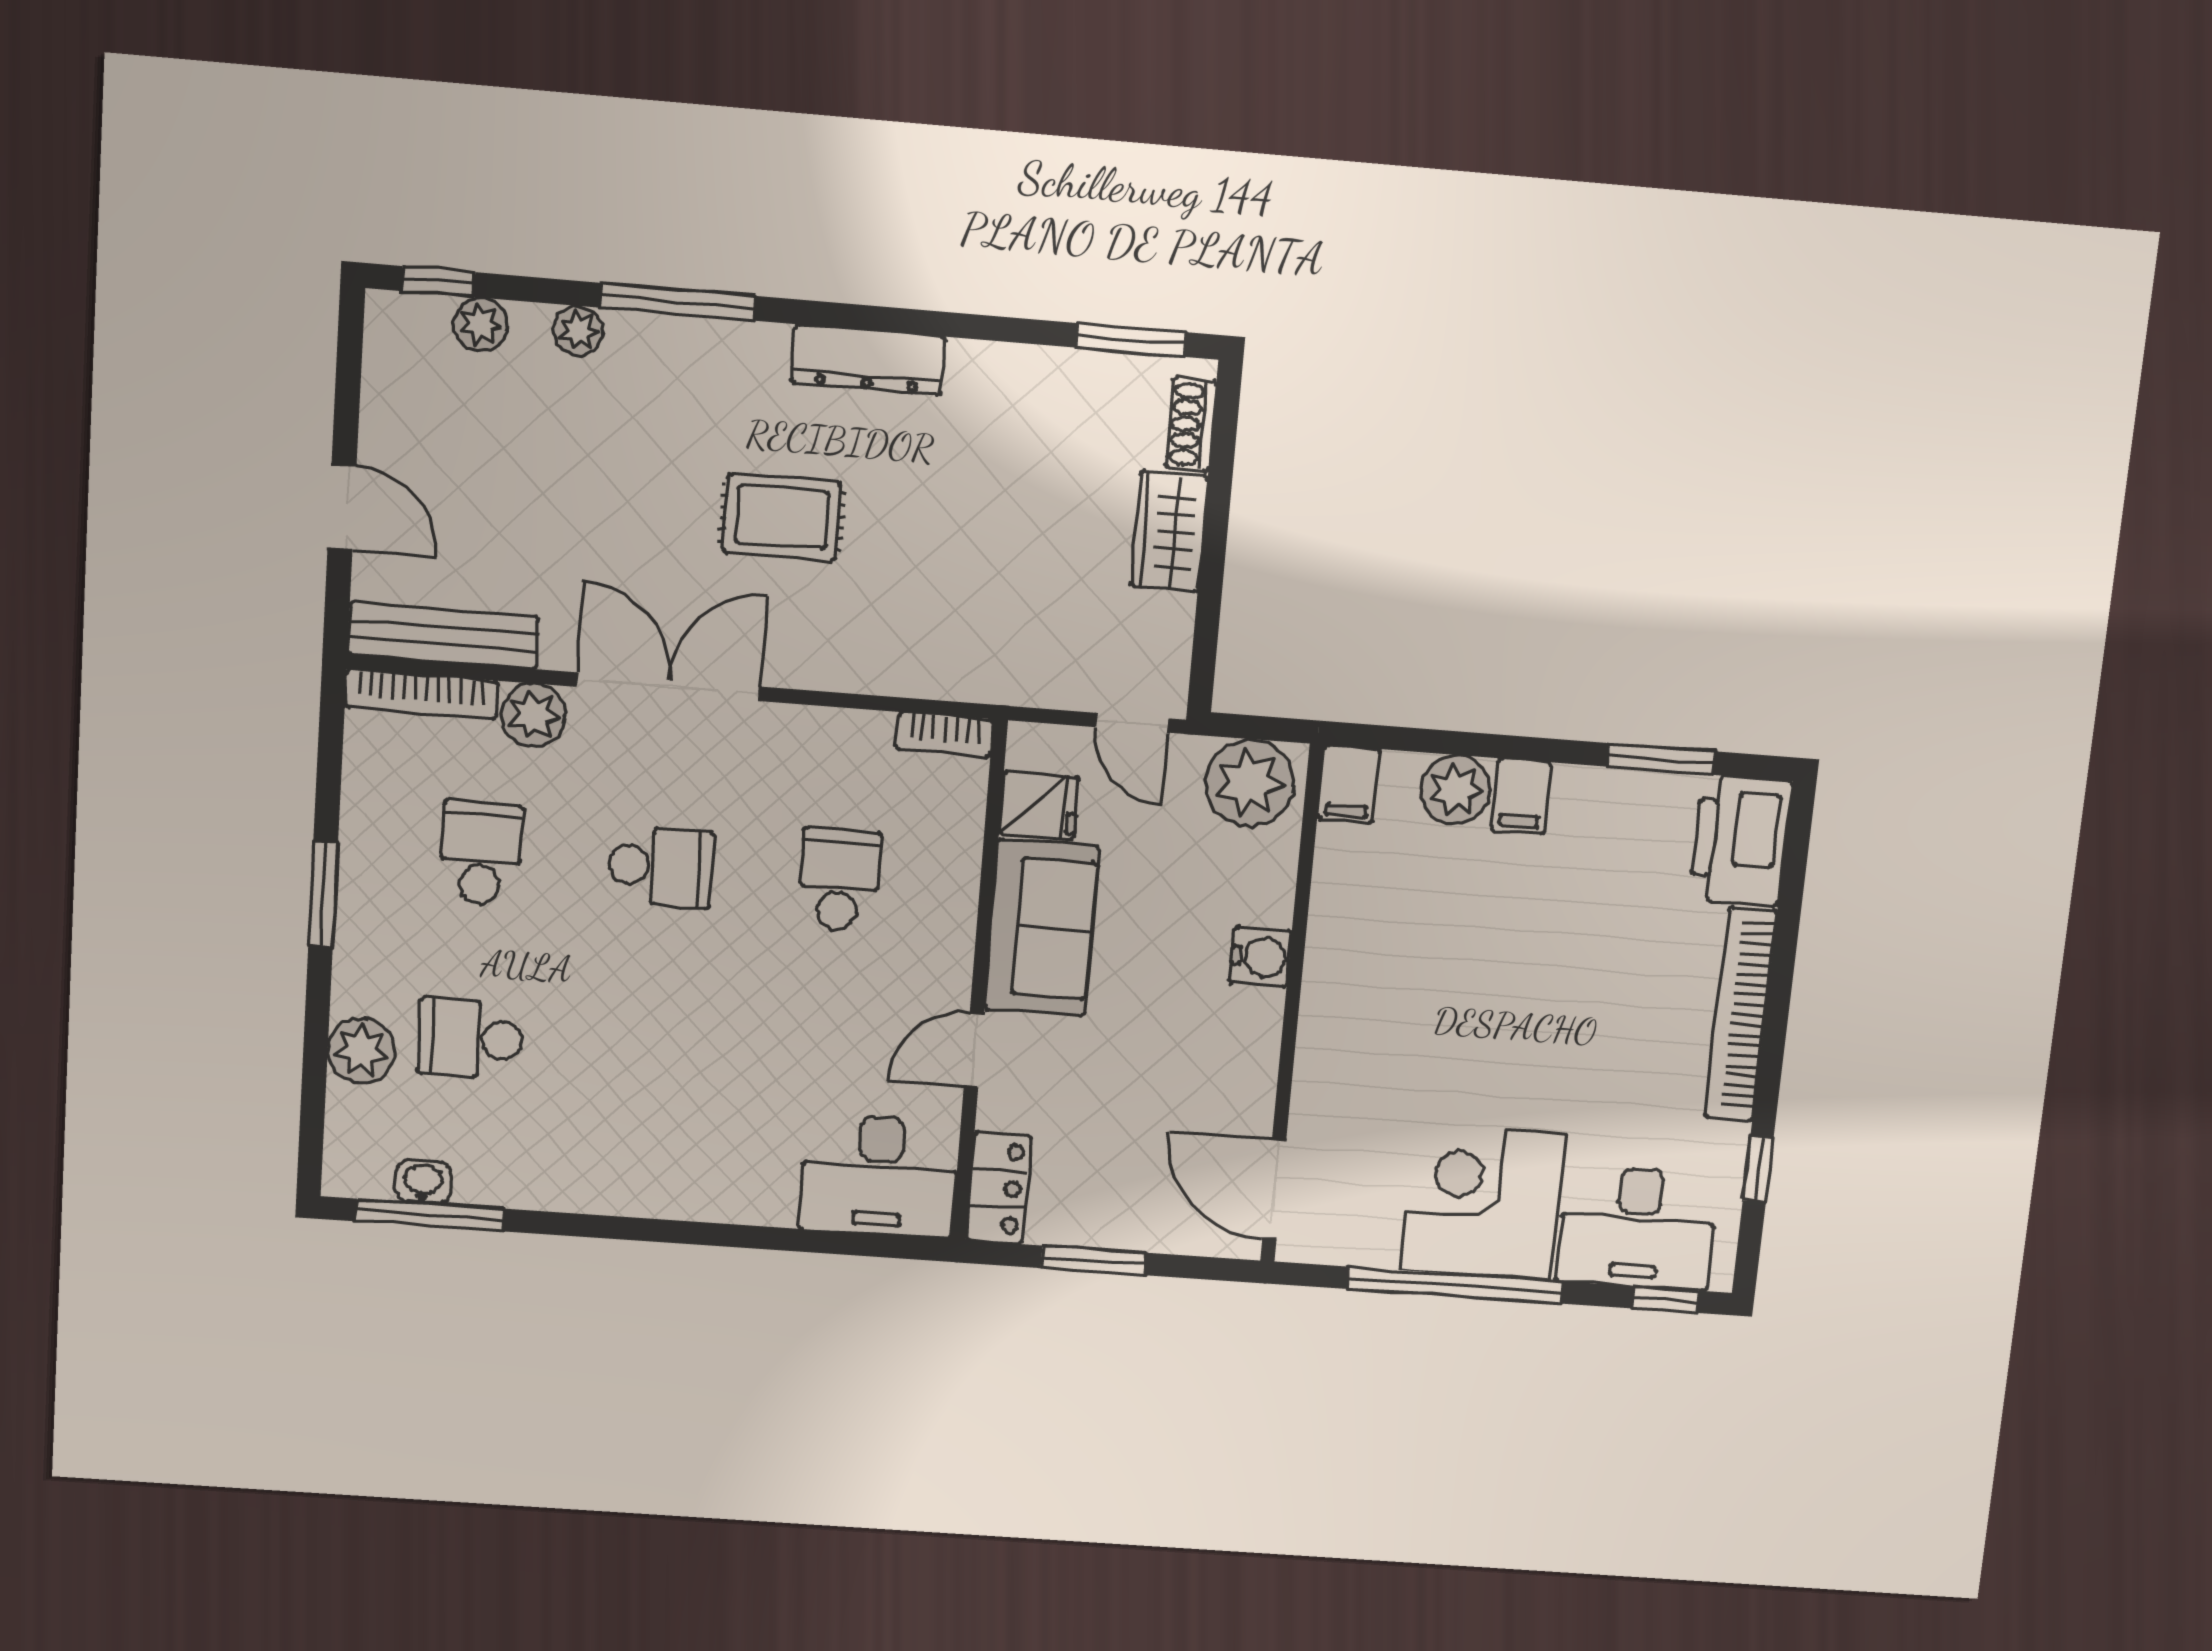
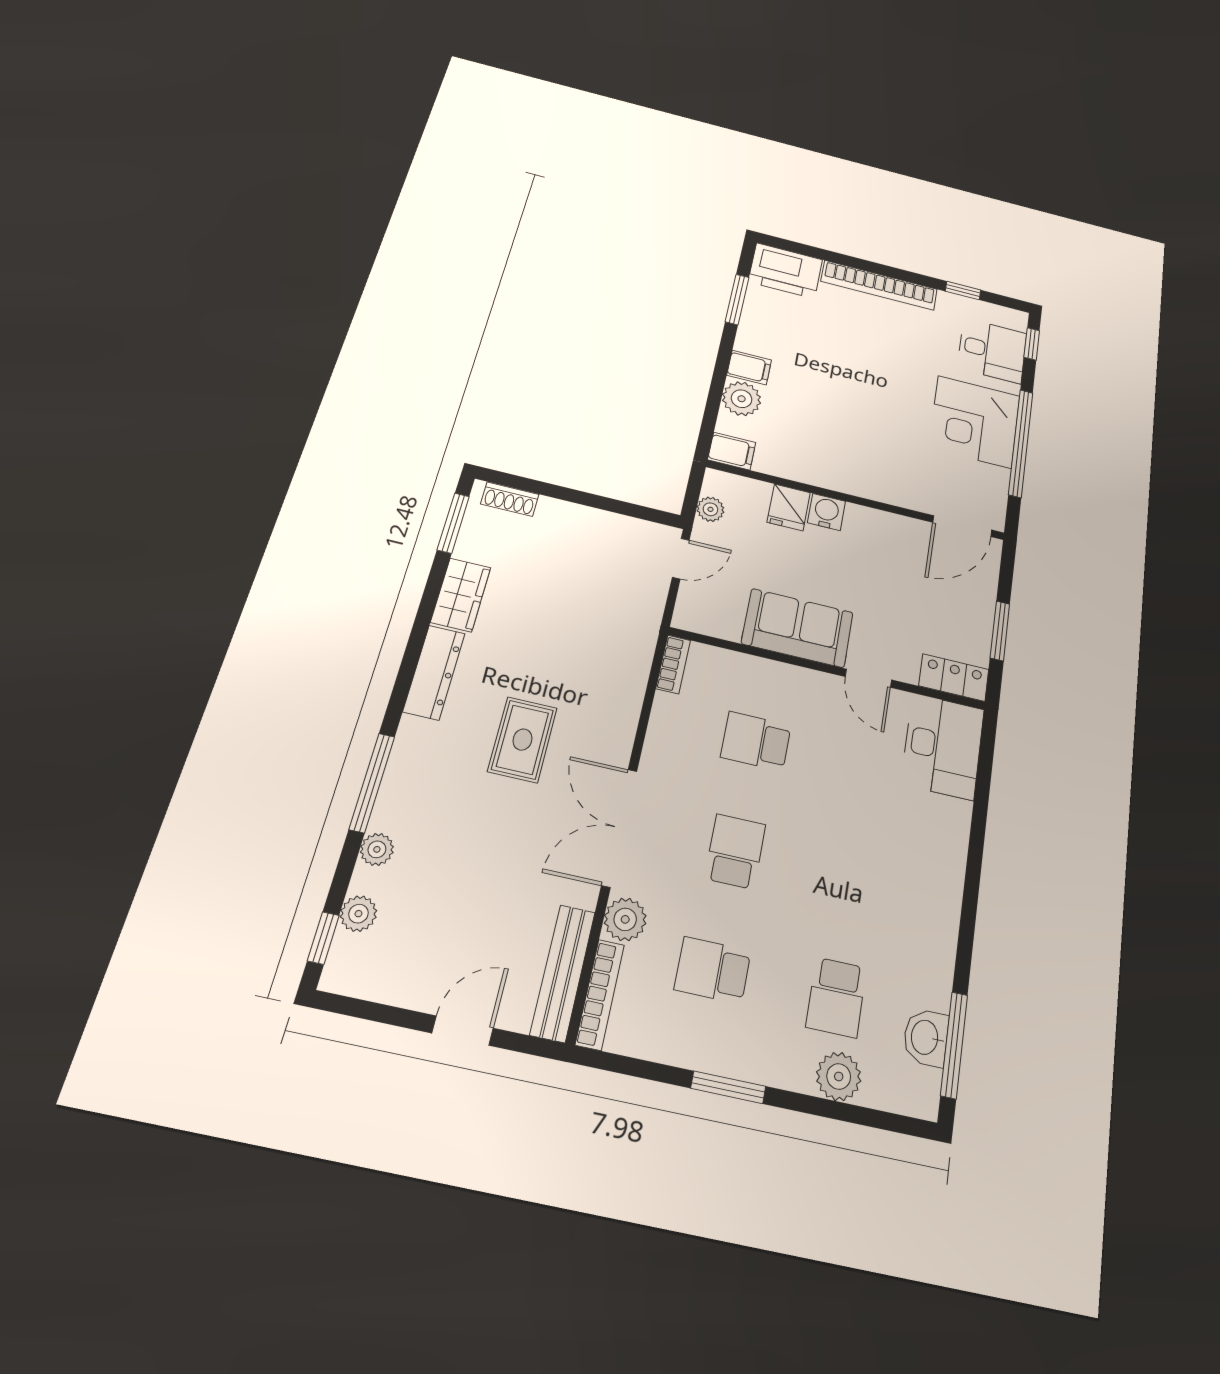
wardrobe: (1169, 531) -> (461, 595), moved, turned -90
plant: (1250, 783) -> (710, 509), width x0.53, depth x0.53
fridge: (1039, 805) -> (789, 507), moved, turned 180
washbasin: (423, 1182) -> (926, 1037), width x1.38, depth x1.45
desk: (1637, 1228) -> (992, 351), width x0.73

